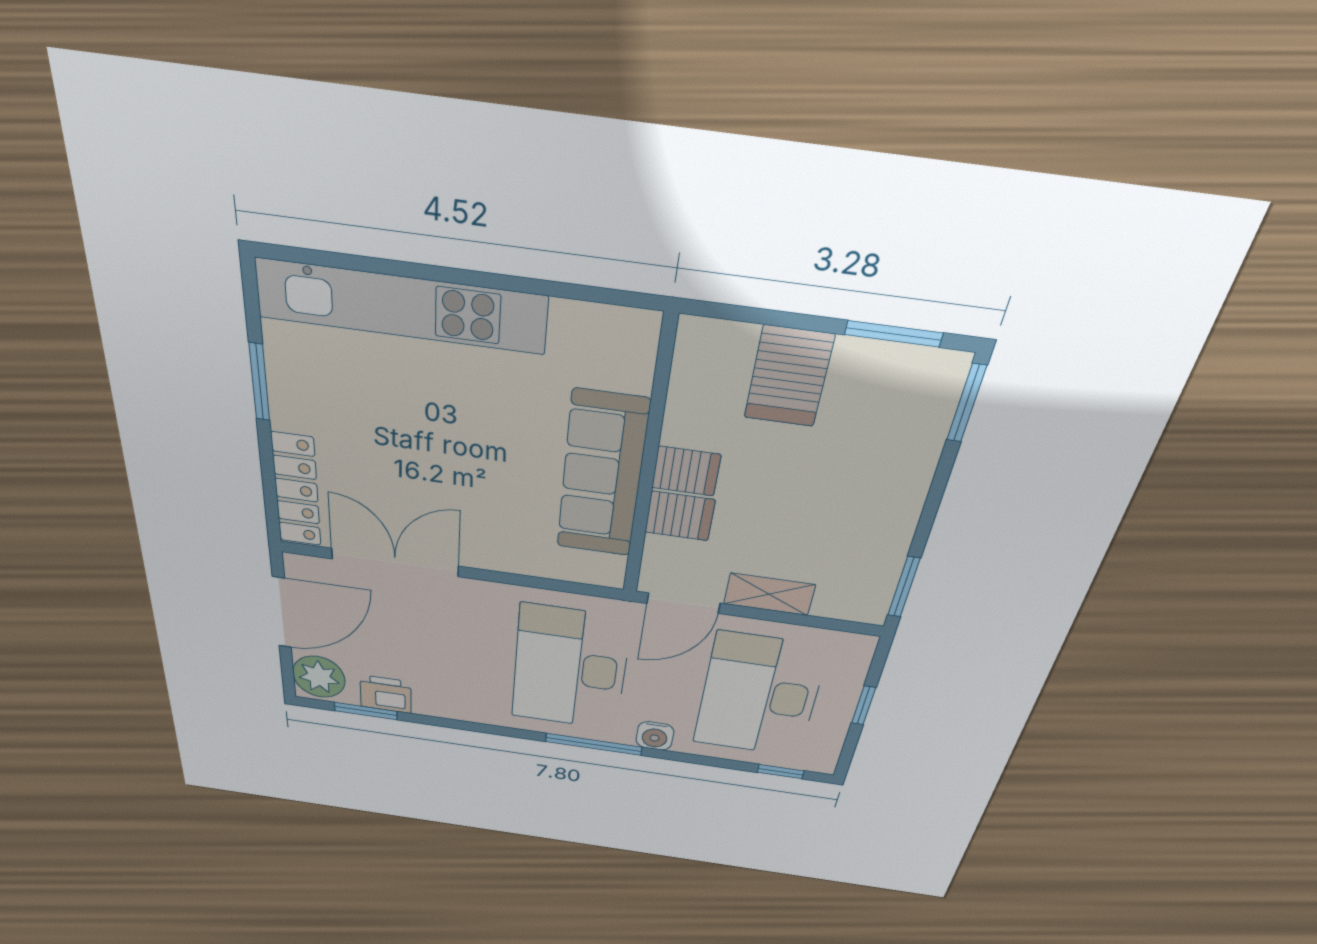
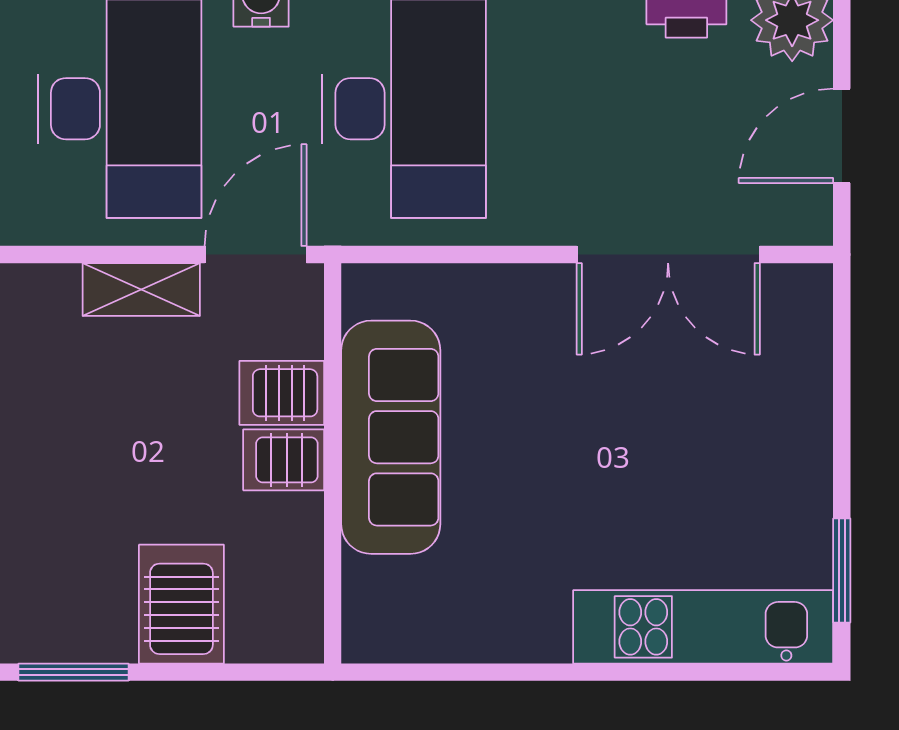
kitchen unit: (401, 306) -> (703, 627), width x0.73
window: (259, 382) -> (842, 570), moved
locker: (296, 490) -> (804, 351), removed
door: (282, 613) -> (842, 136), width x0.73

